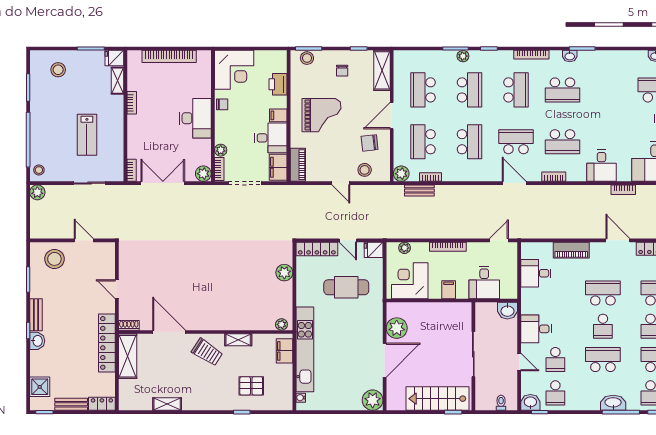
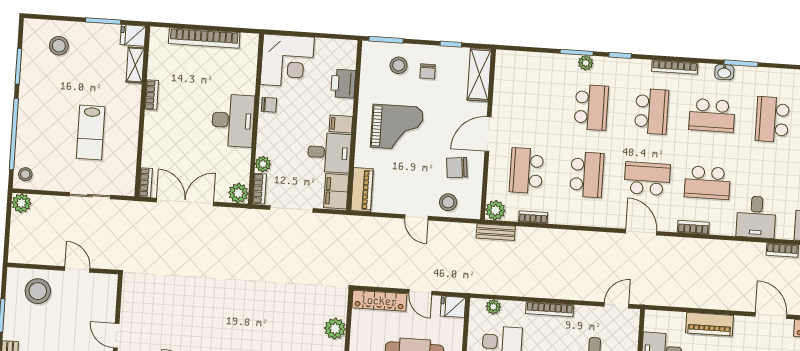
stool: (307, 58) -> (399, 65), moved
school desk: (423, 90) -> (772, 119), moved
bench: (419, 190) -> (496, 232), moved

